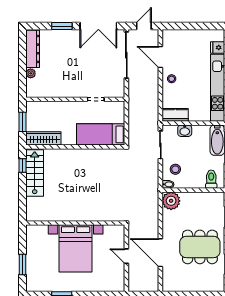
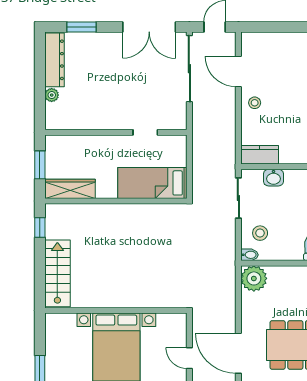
window: (62, 26) -> (81, 27), moved
stairs: (35, 173) -> (57, 273), moved

